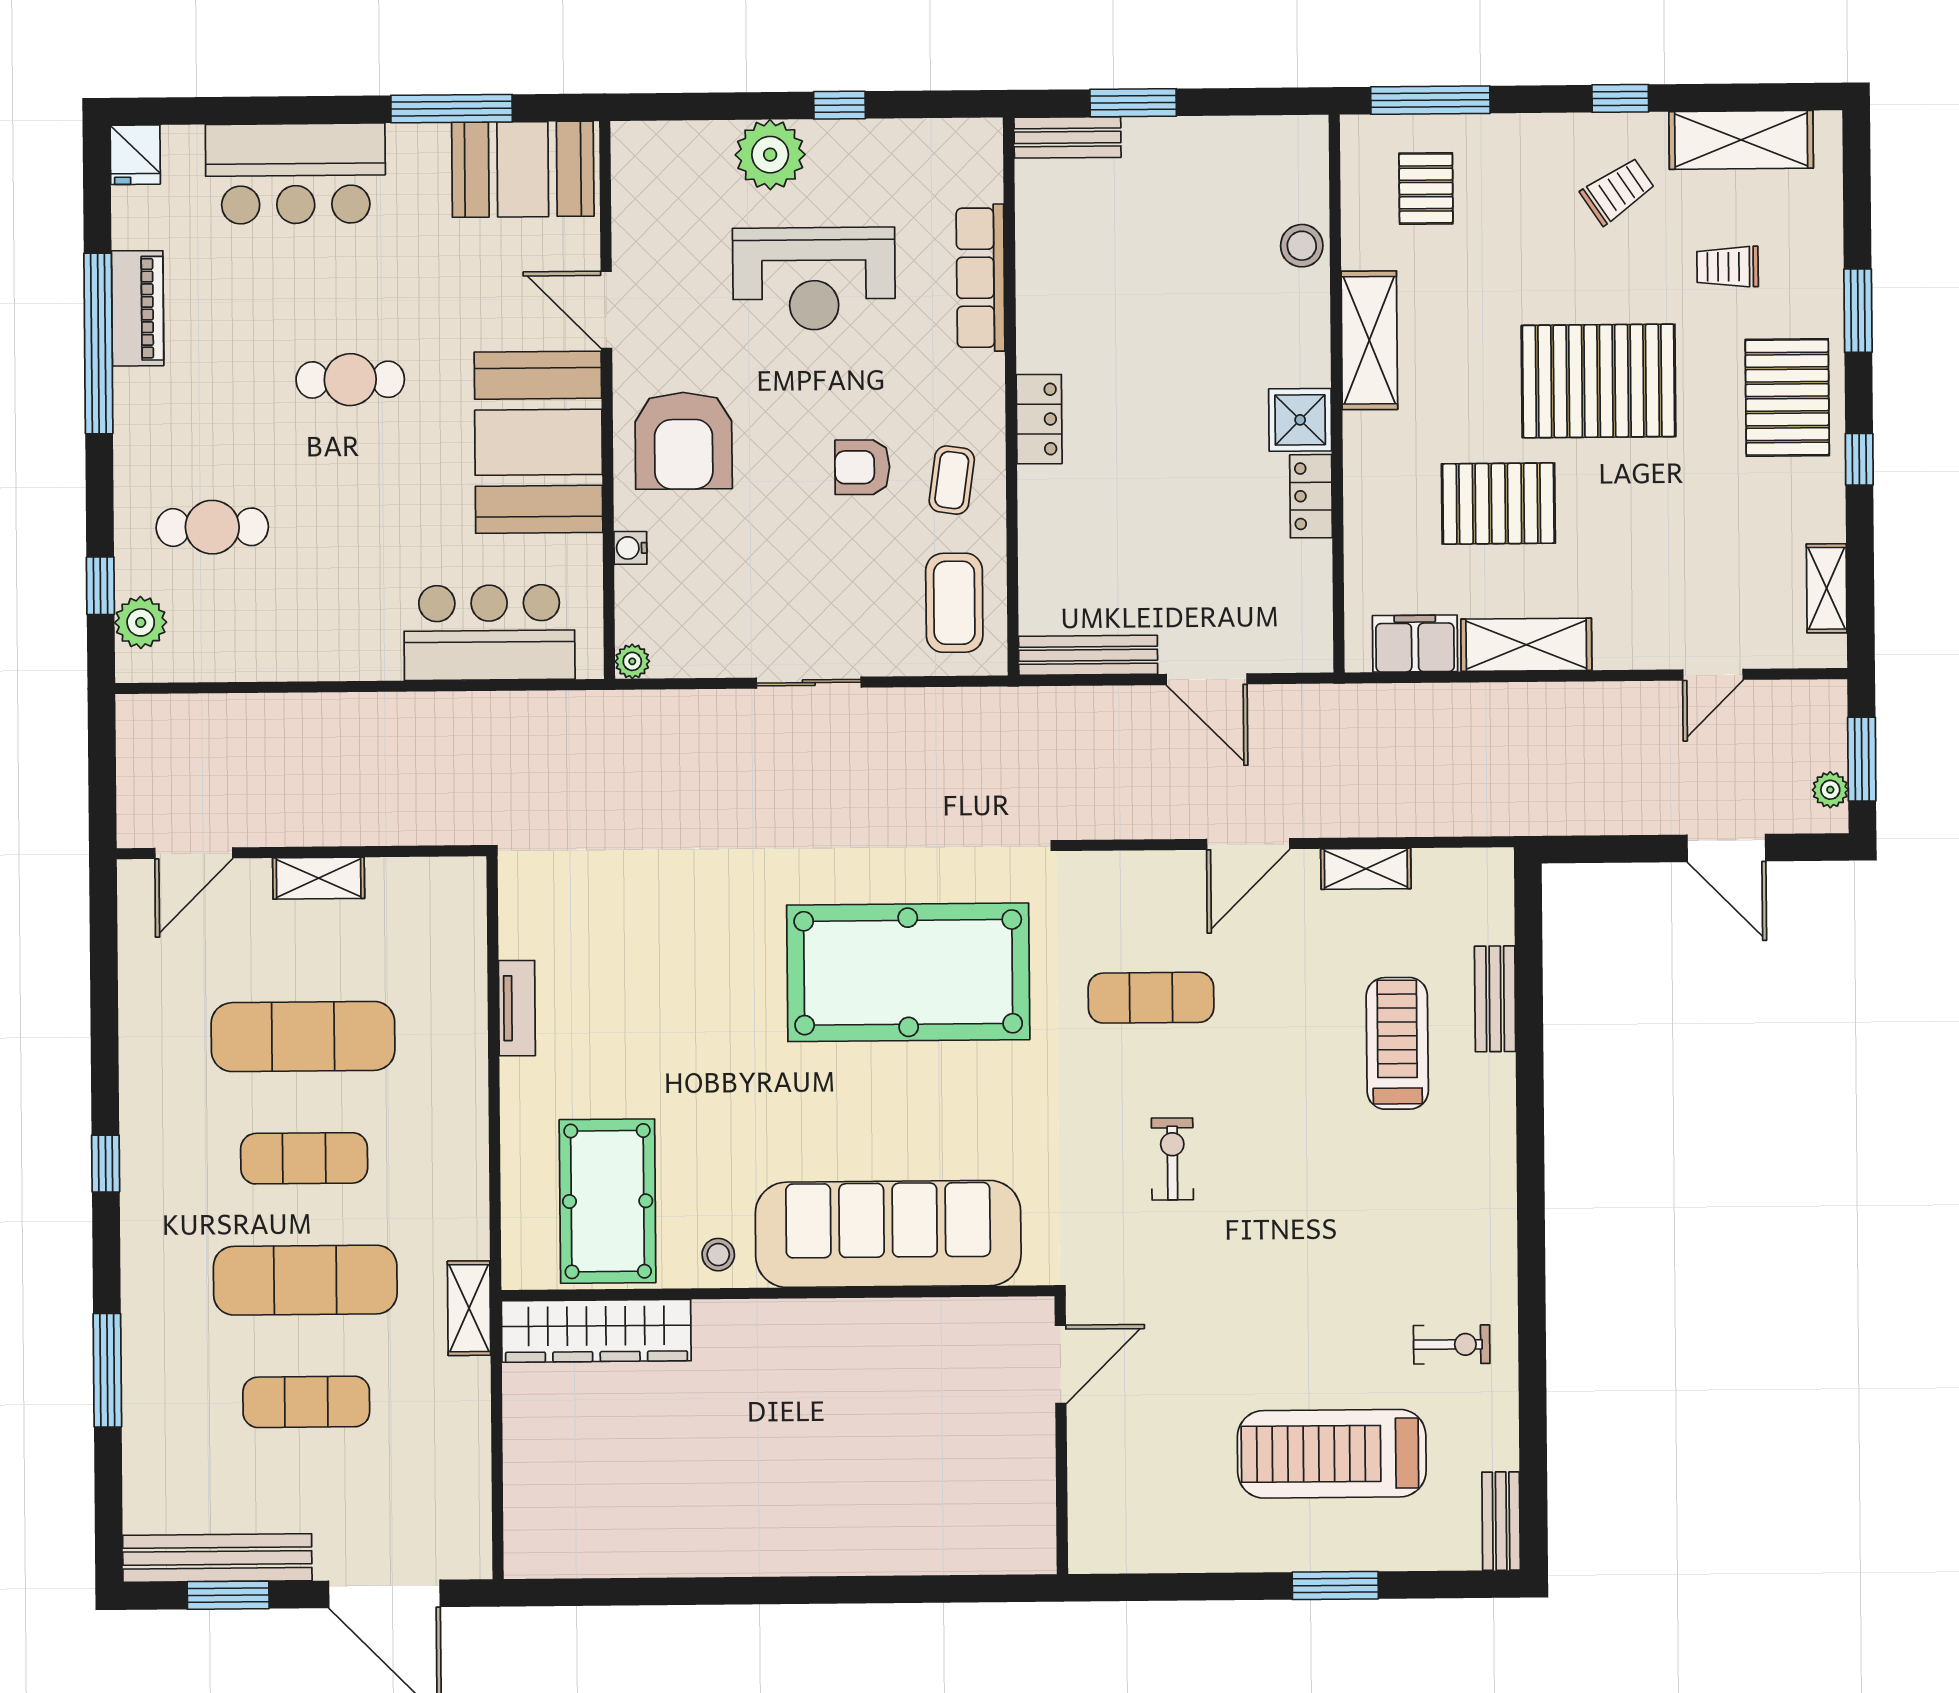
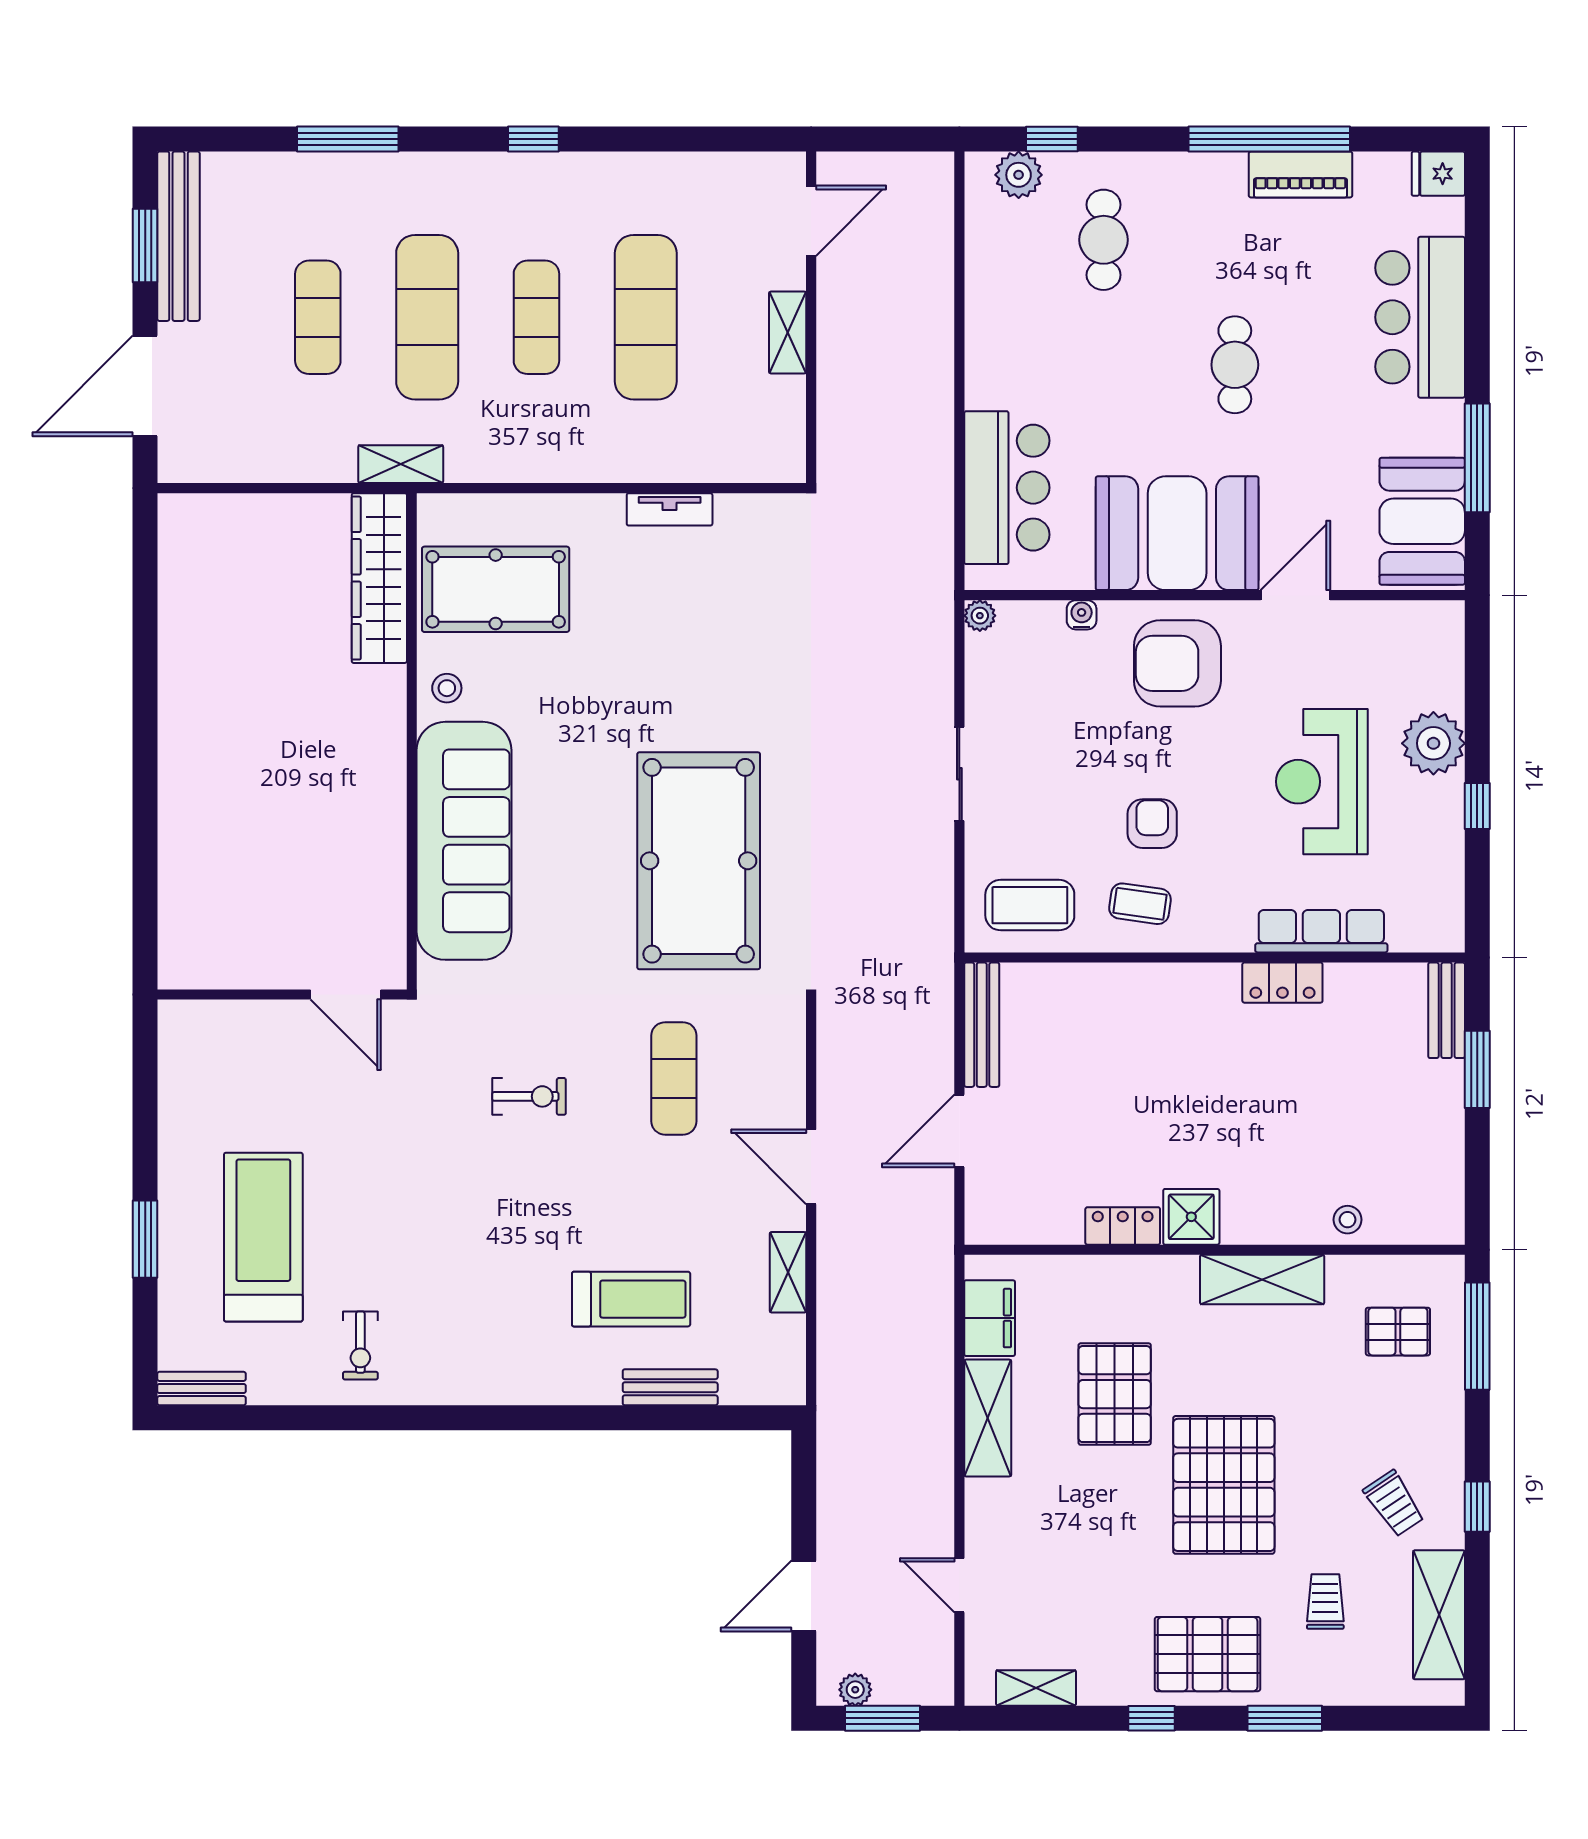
stool: (1302, 246) -> (1348, 1220), width x0.73, depth x0.73
locker: (1039, 419) -> (1282, 983), moved
door: (194, 853) -> (811, 221), swing flipped

